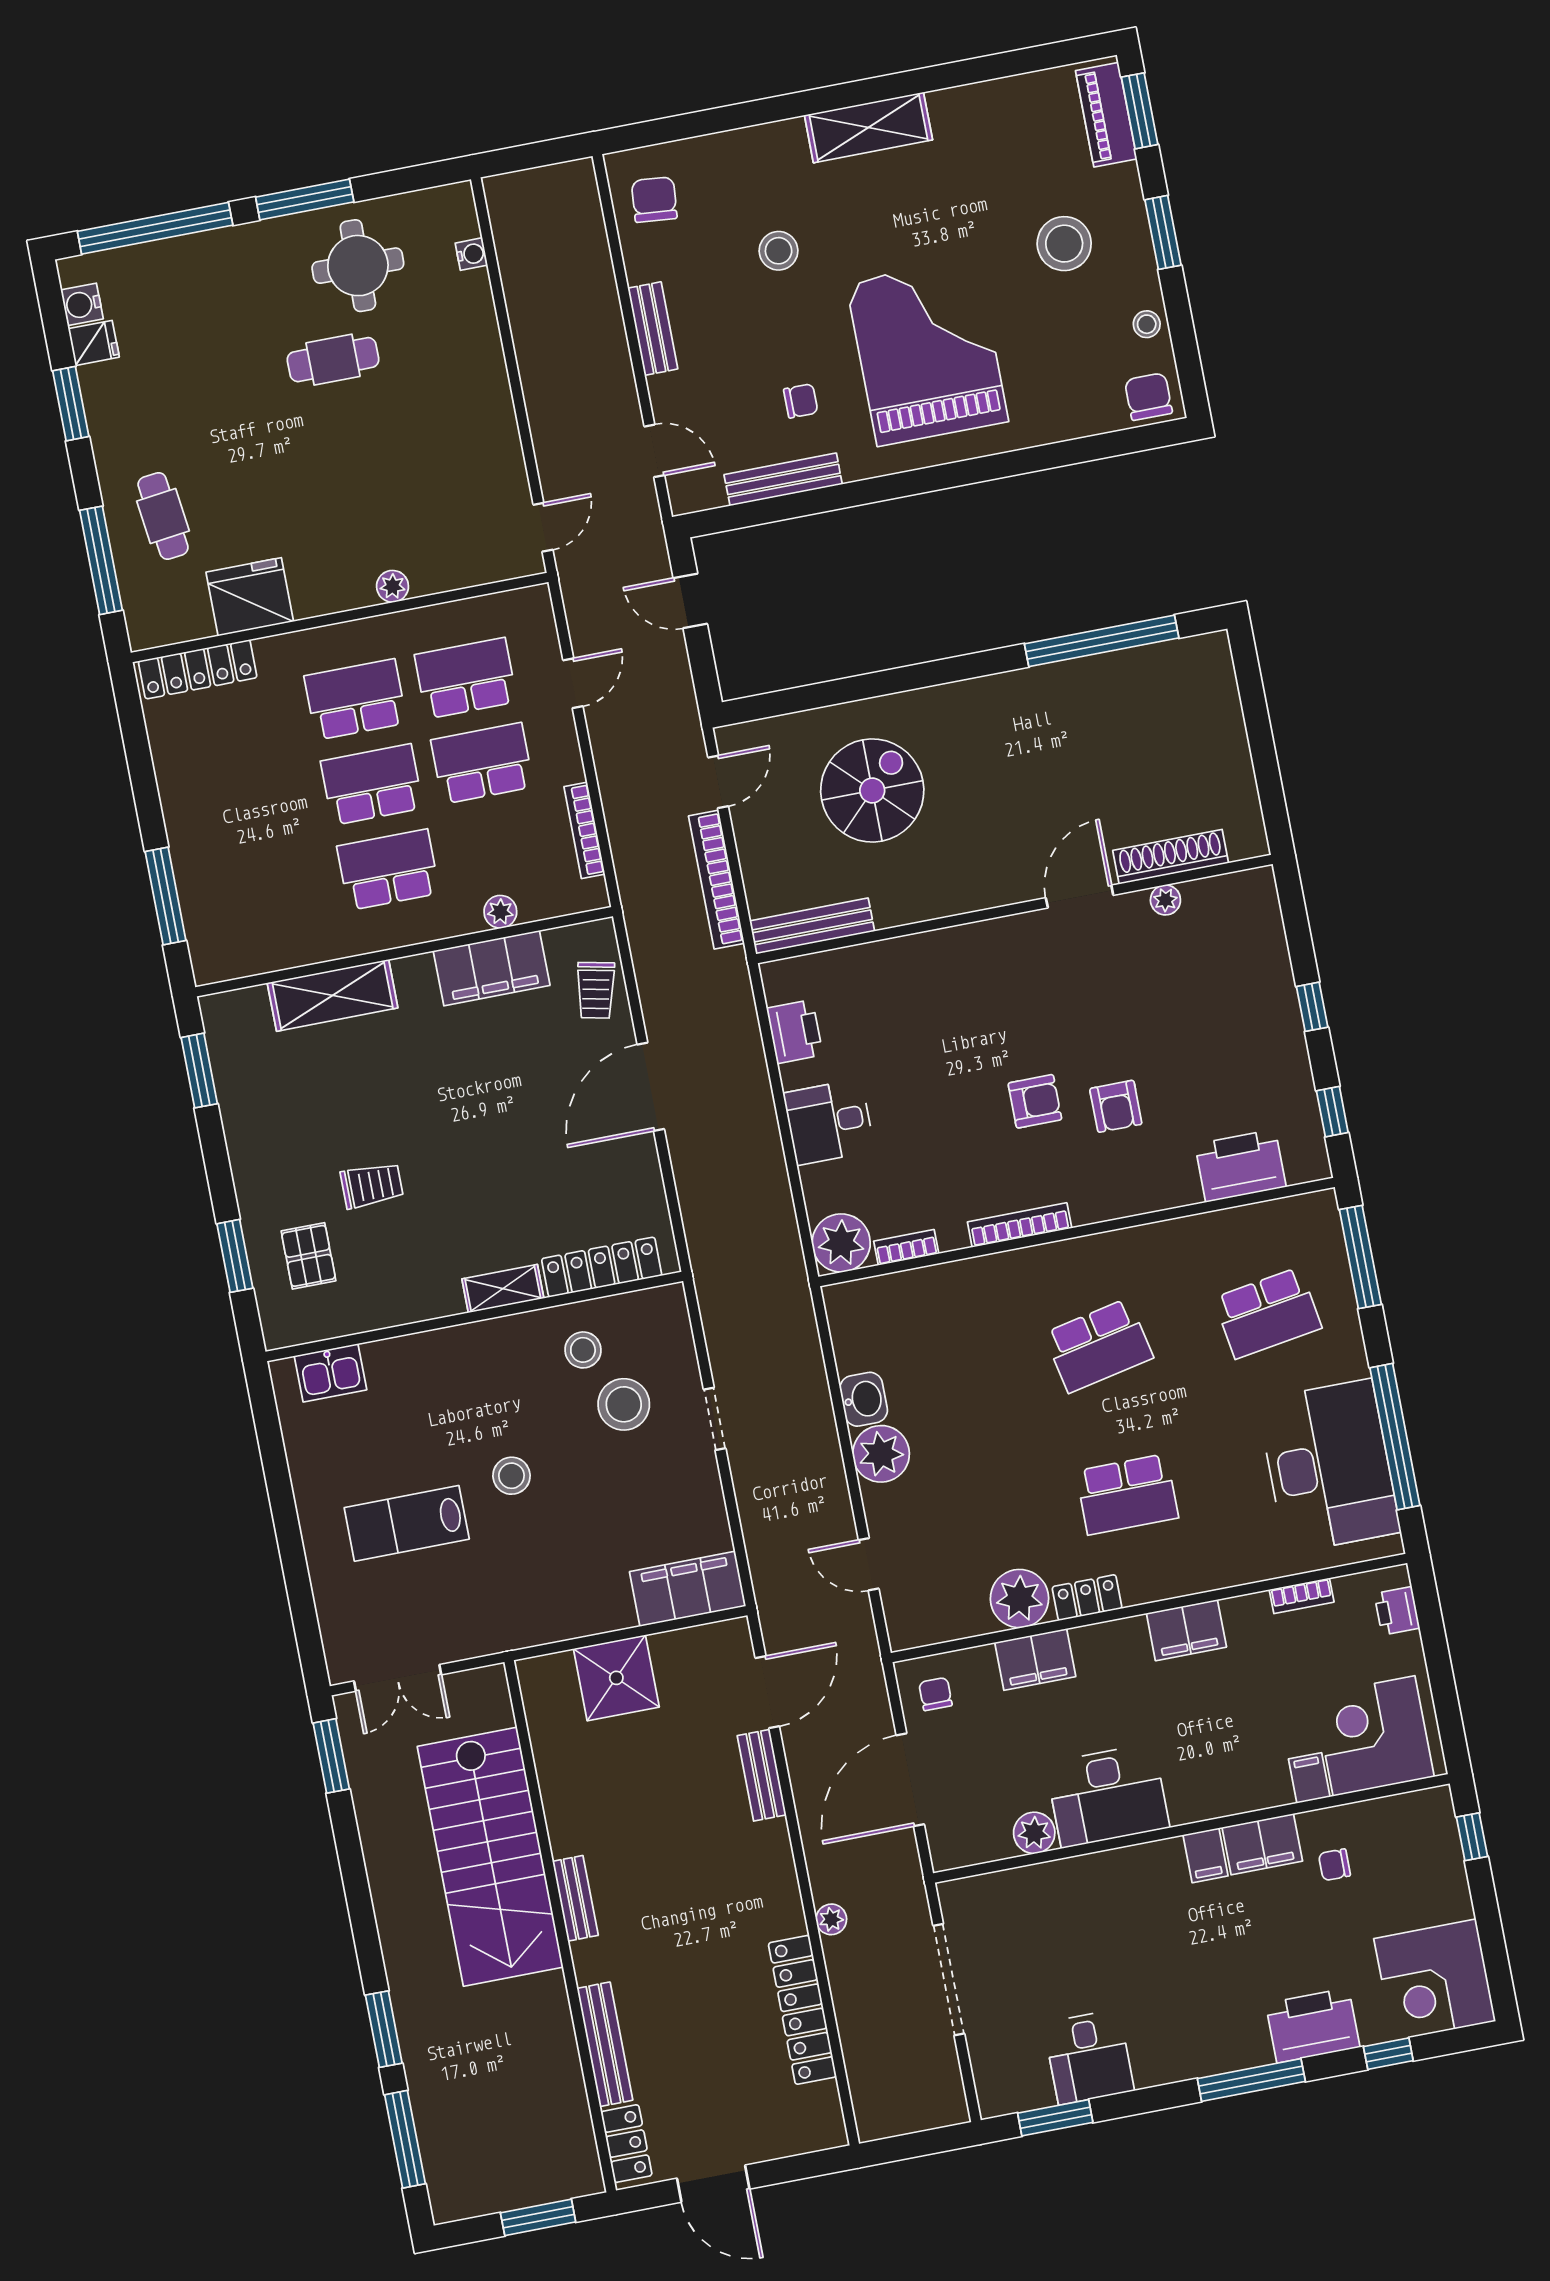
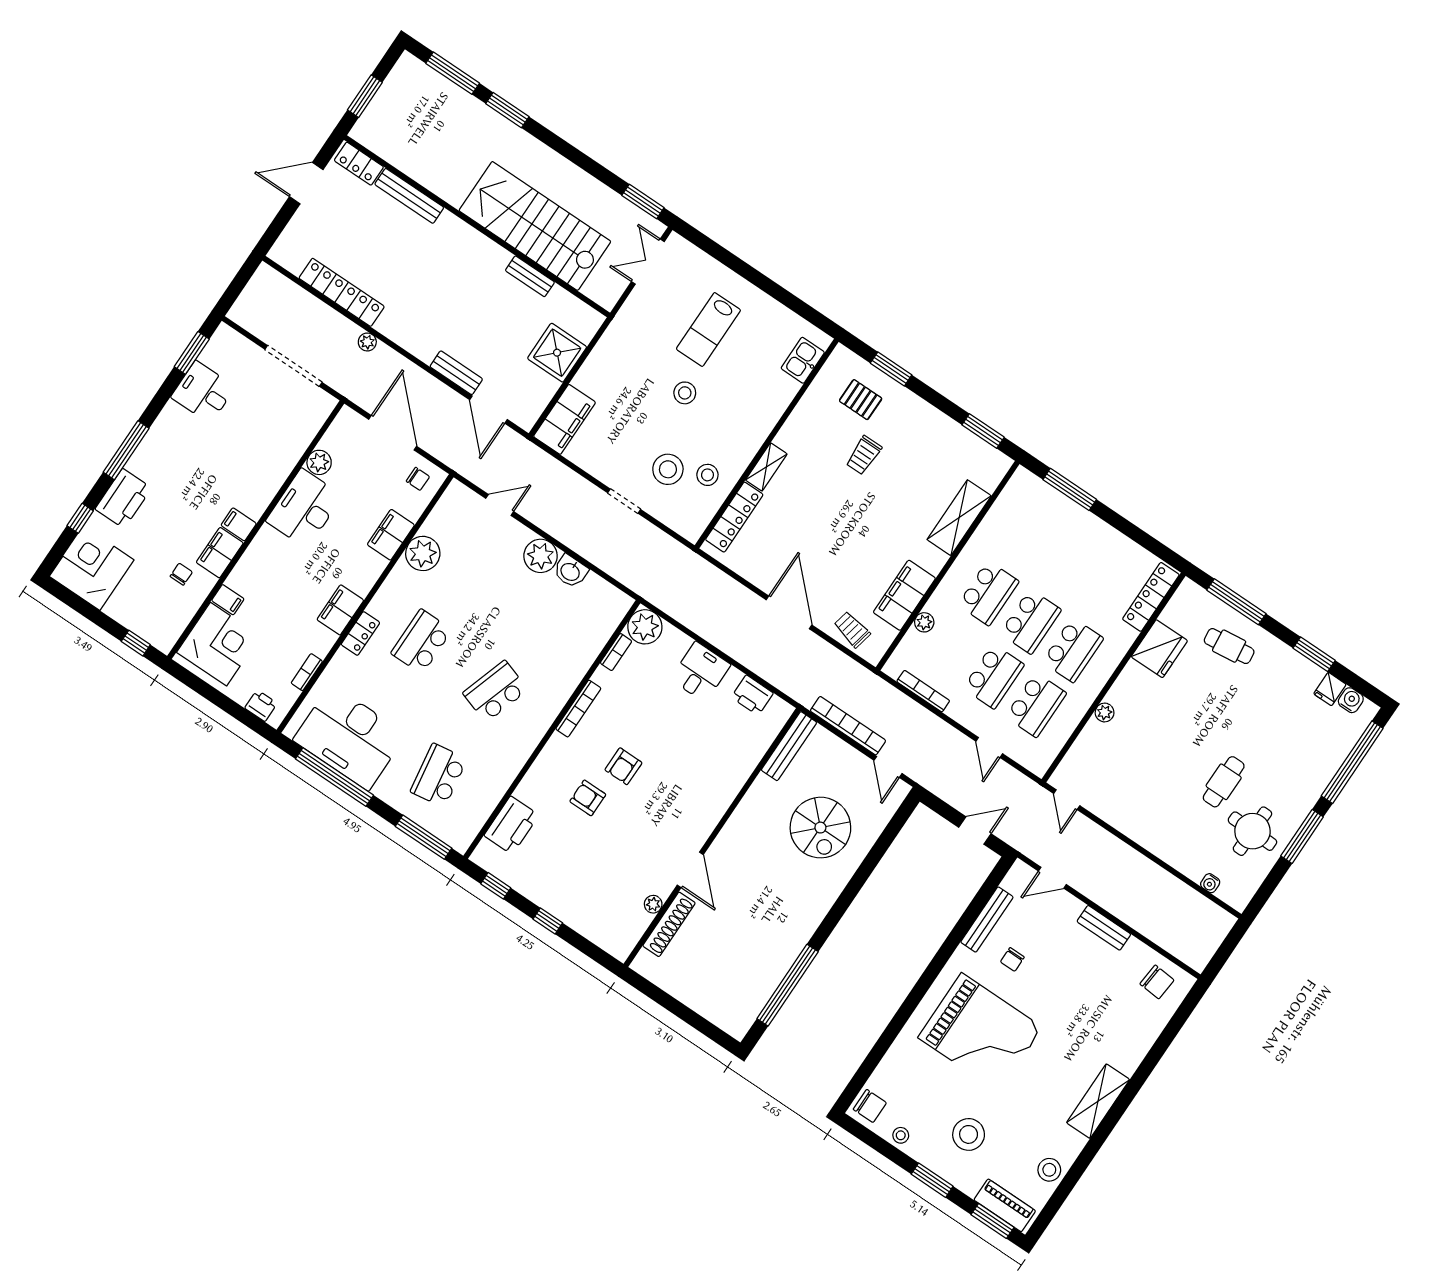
stool: (779, 251) -> (1049, 1170), moved
school desk: (1098, 1346) -> (495, 691), turned 30
lab bench: (407, 1523) -> (708, 329), turned 180
locker: (1087, 1598) -> (360, 633), moved
bench: (575, 1898) -> (530, 276), moved

